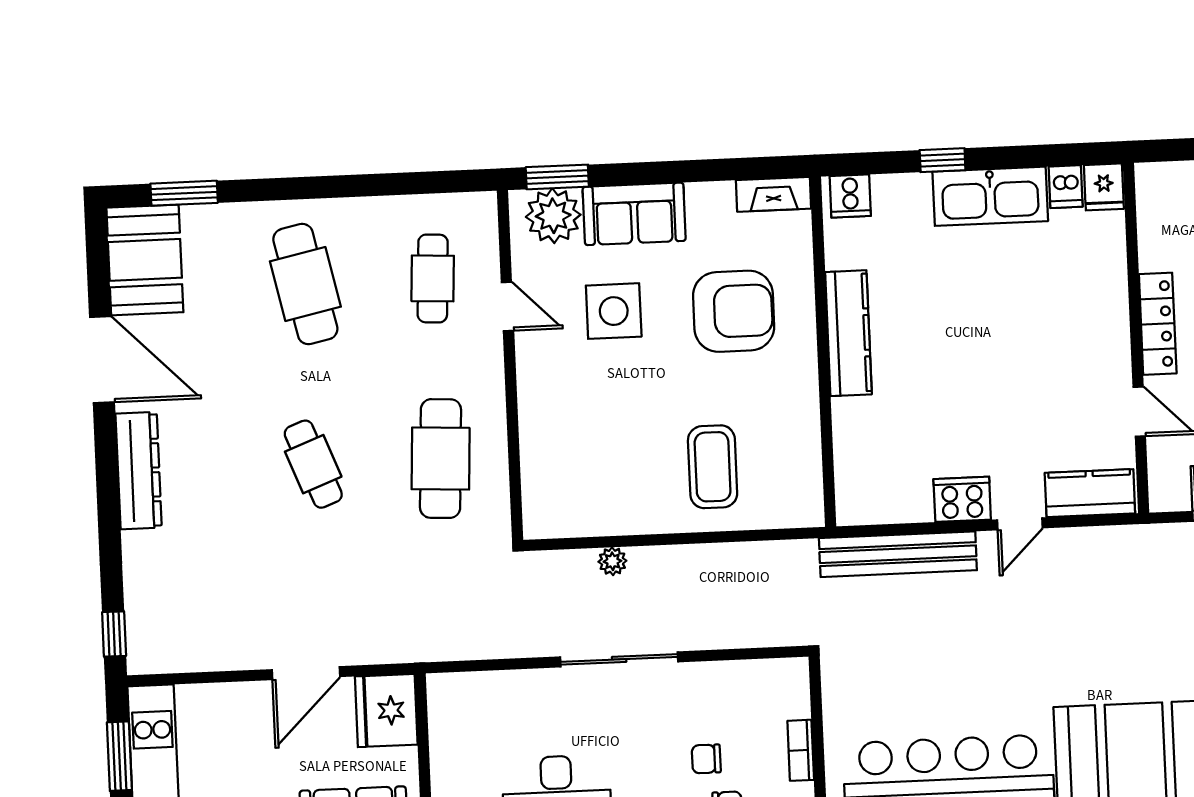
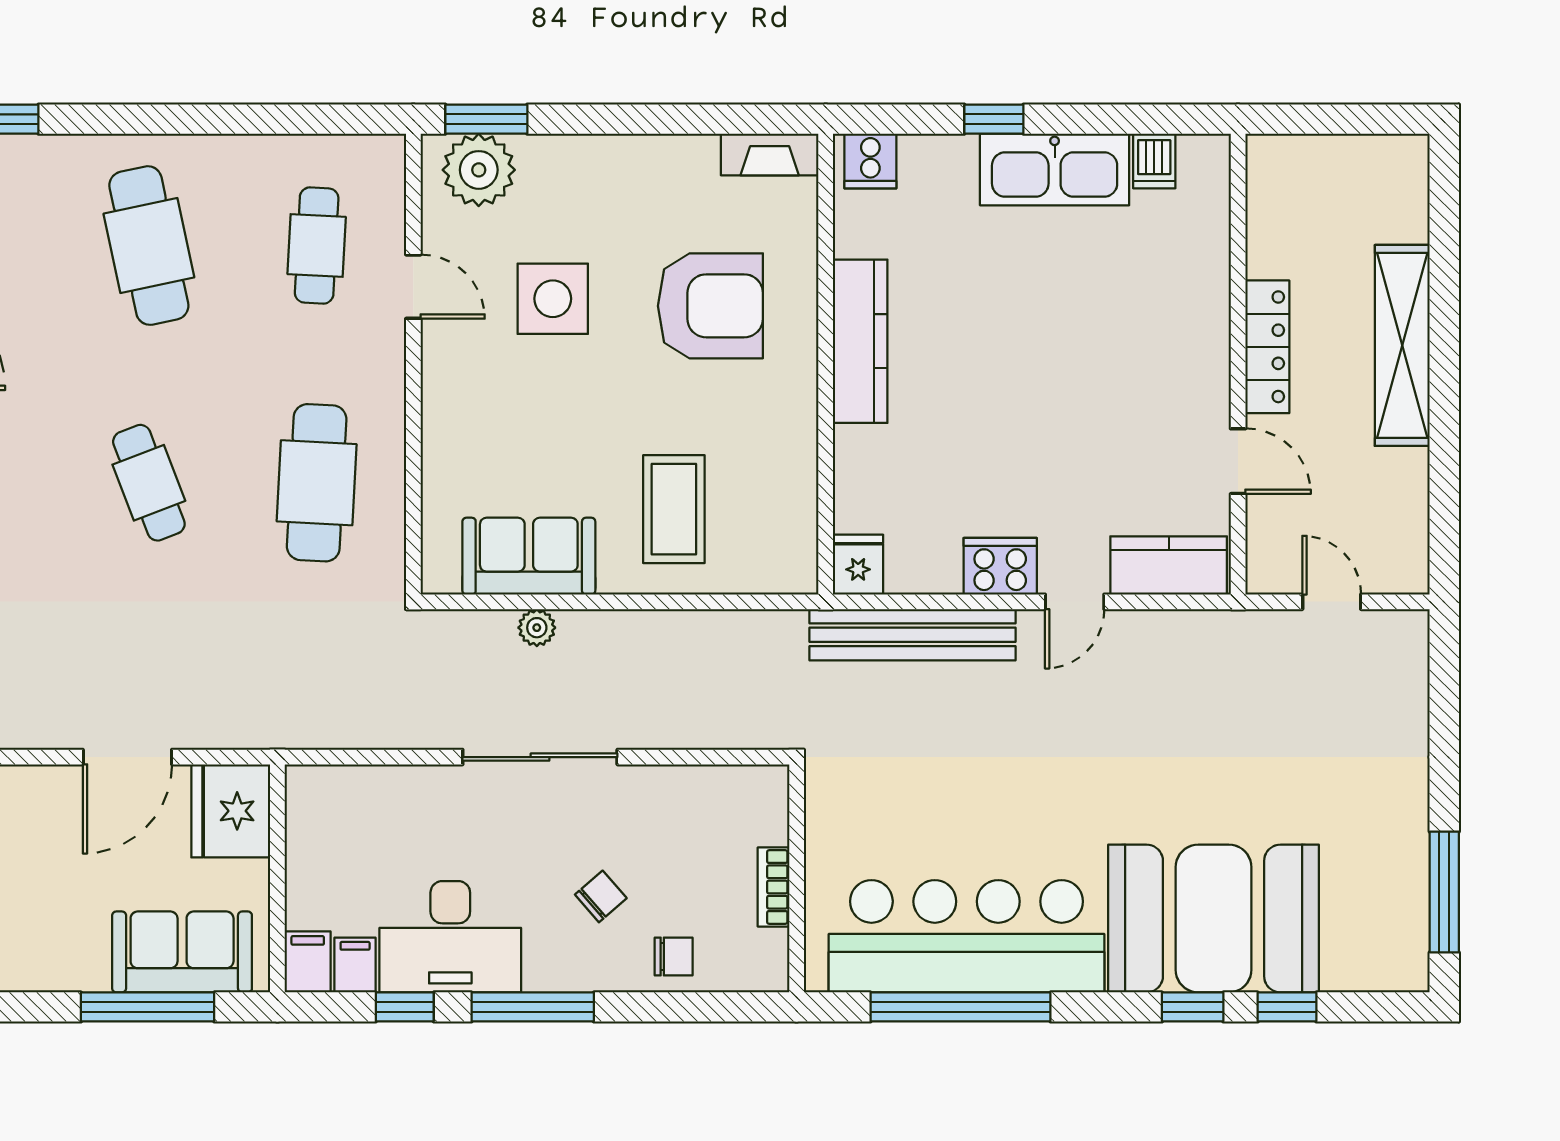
fridge: (1104, 187) -> (858, 565), moved, turned 180
sofa: (634, 214) -> (529, 556), moved, turned 180
chair: (706, 759) -> (601, 896), moved, turned 139

